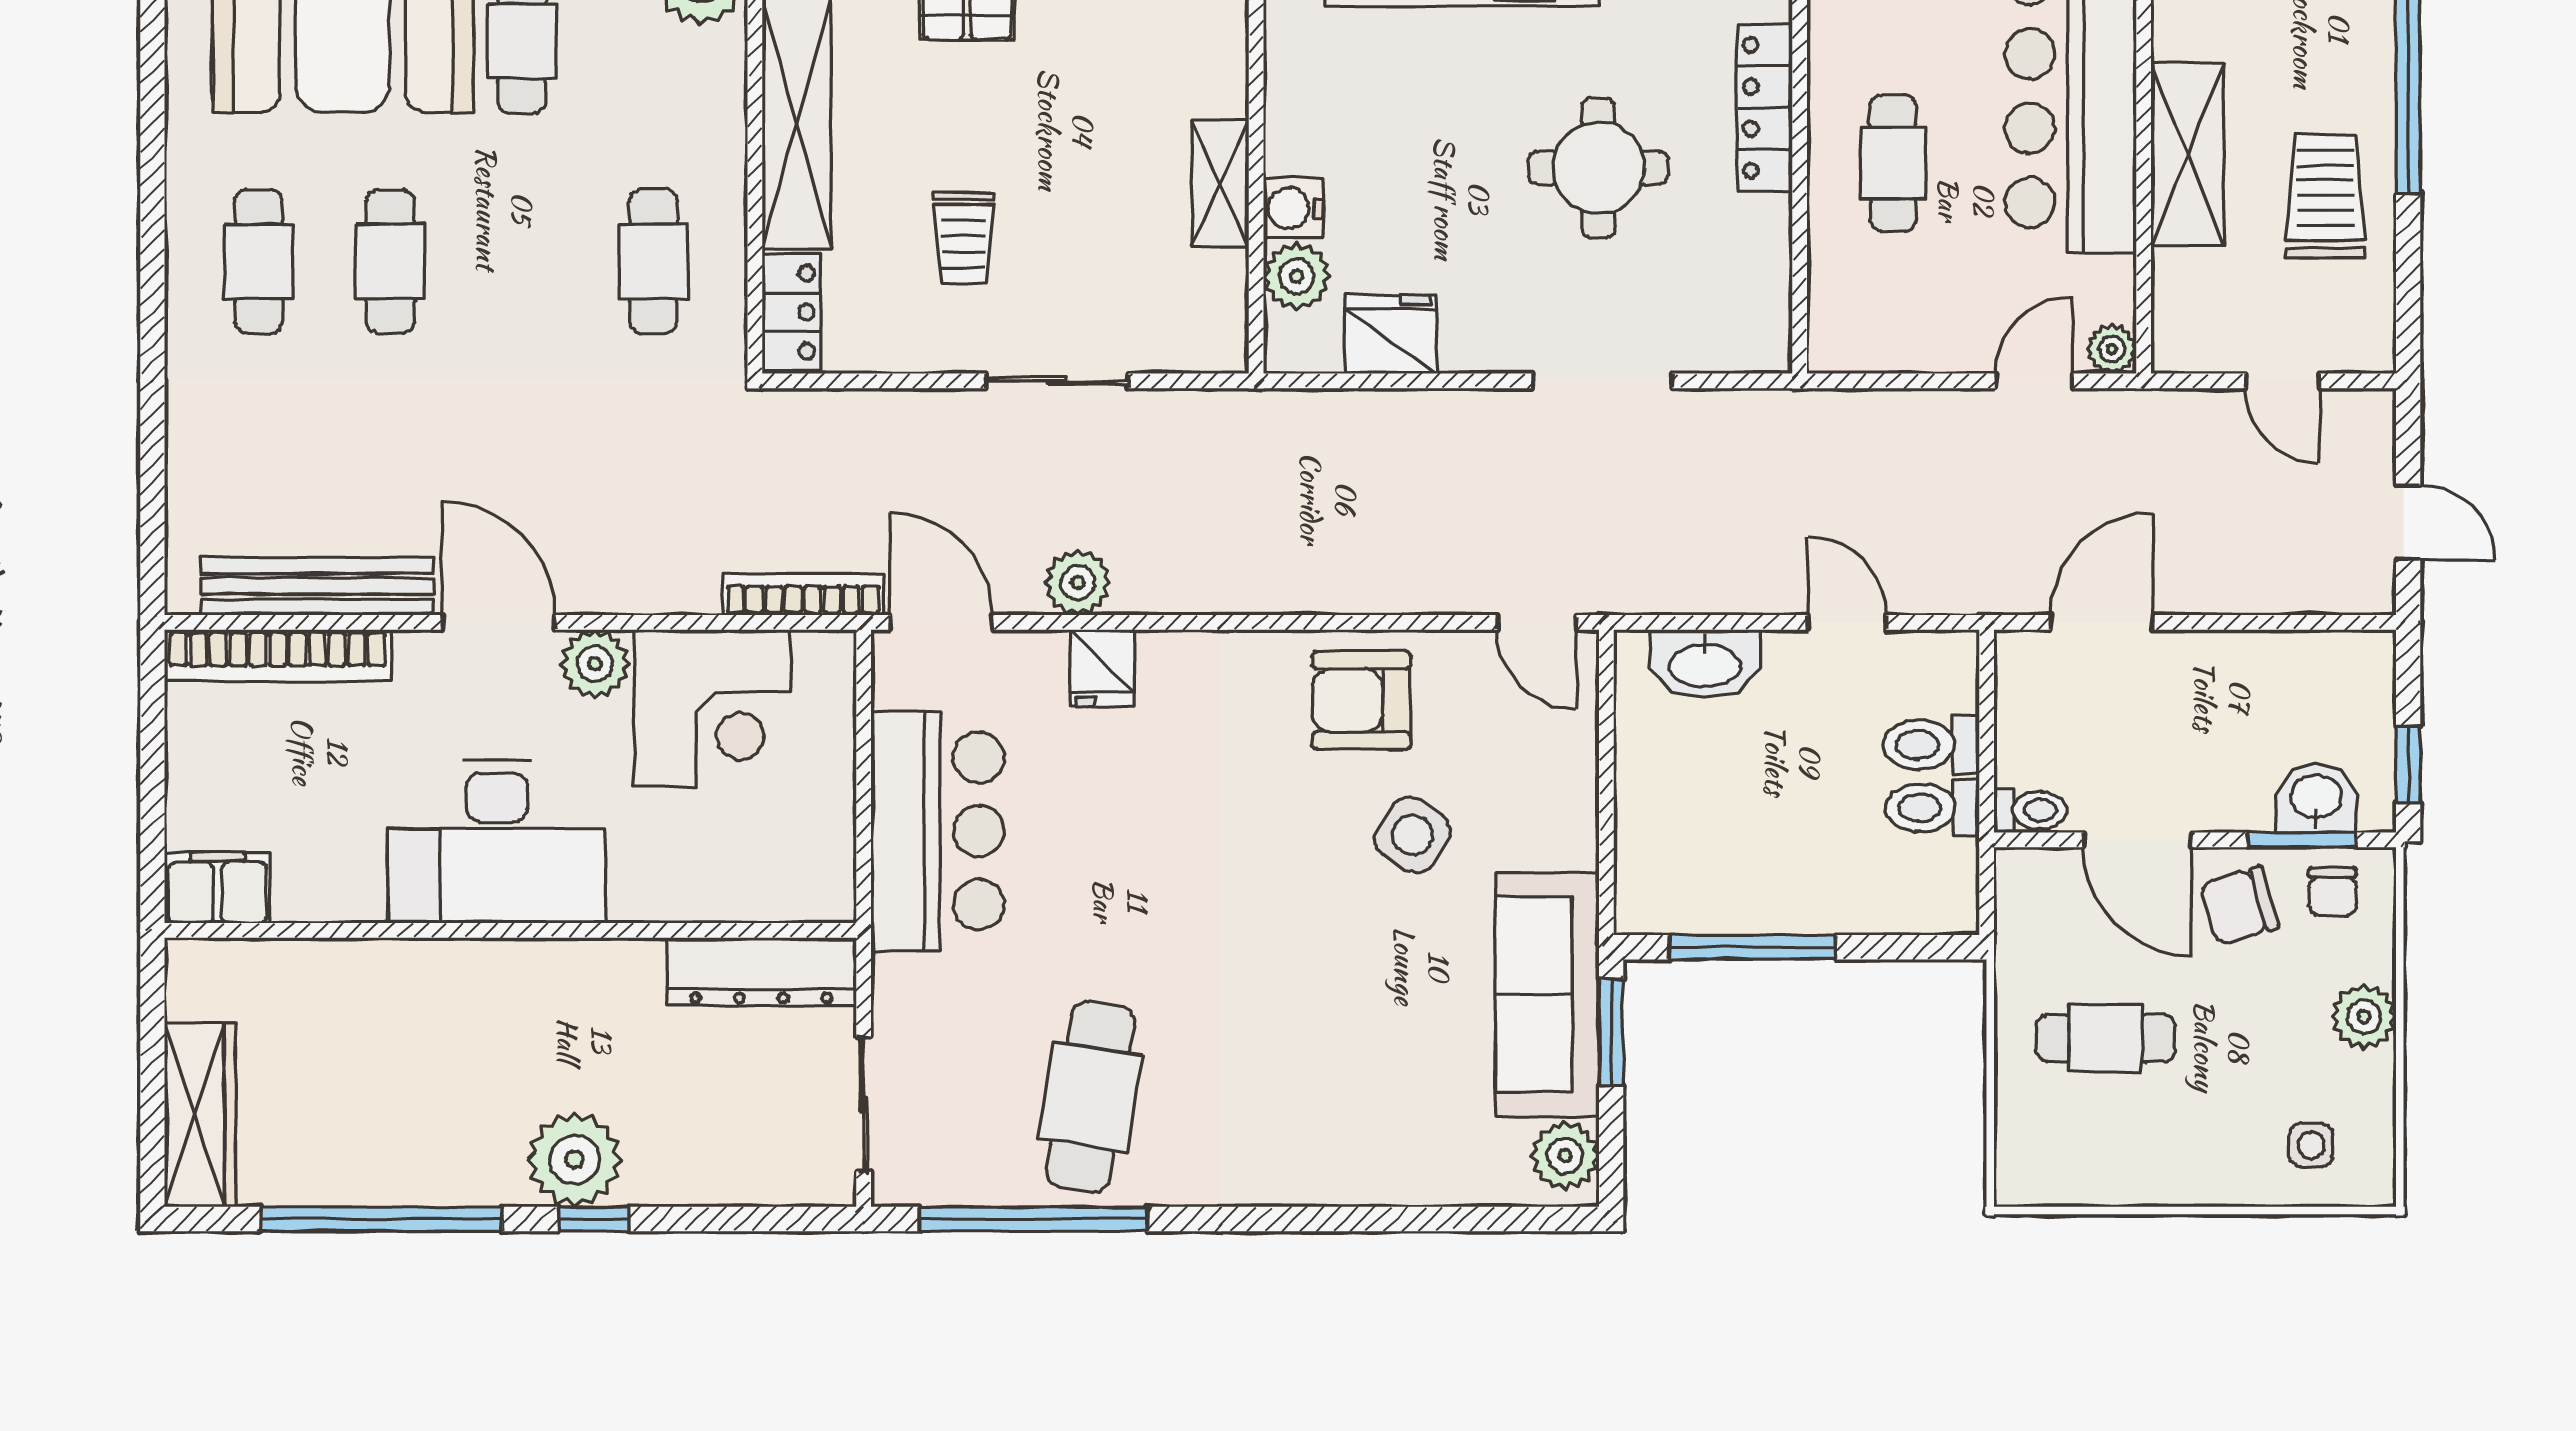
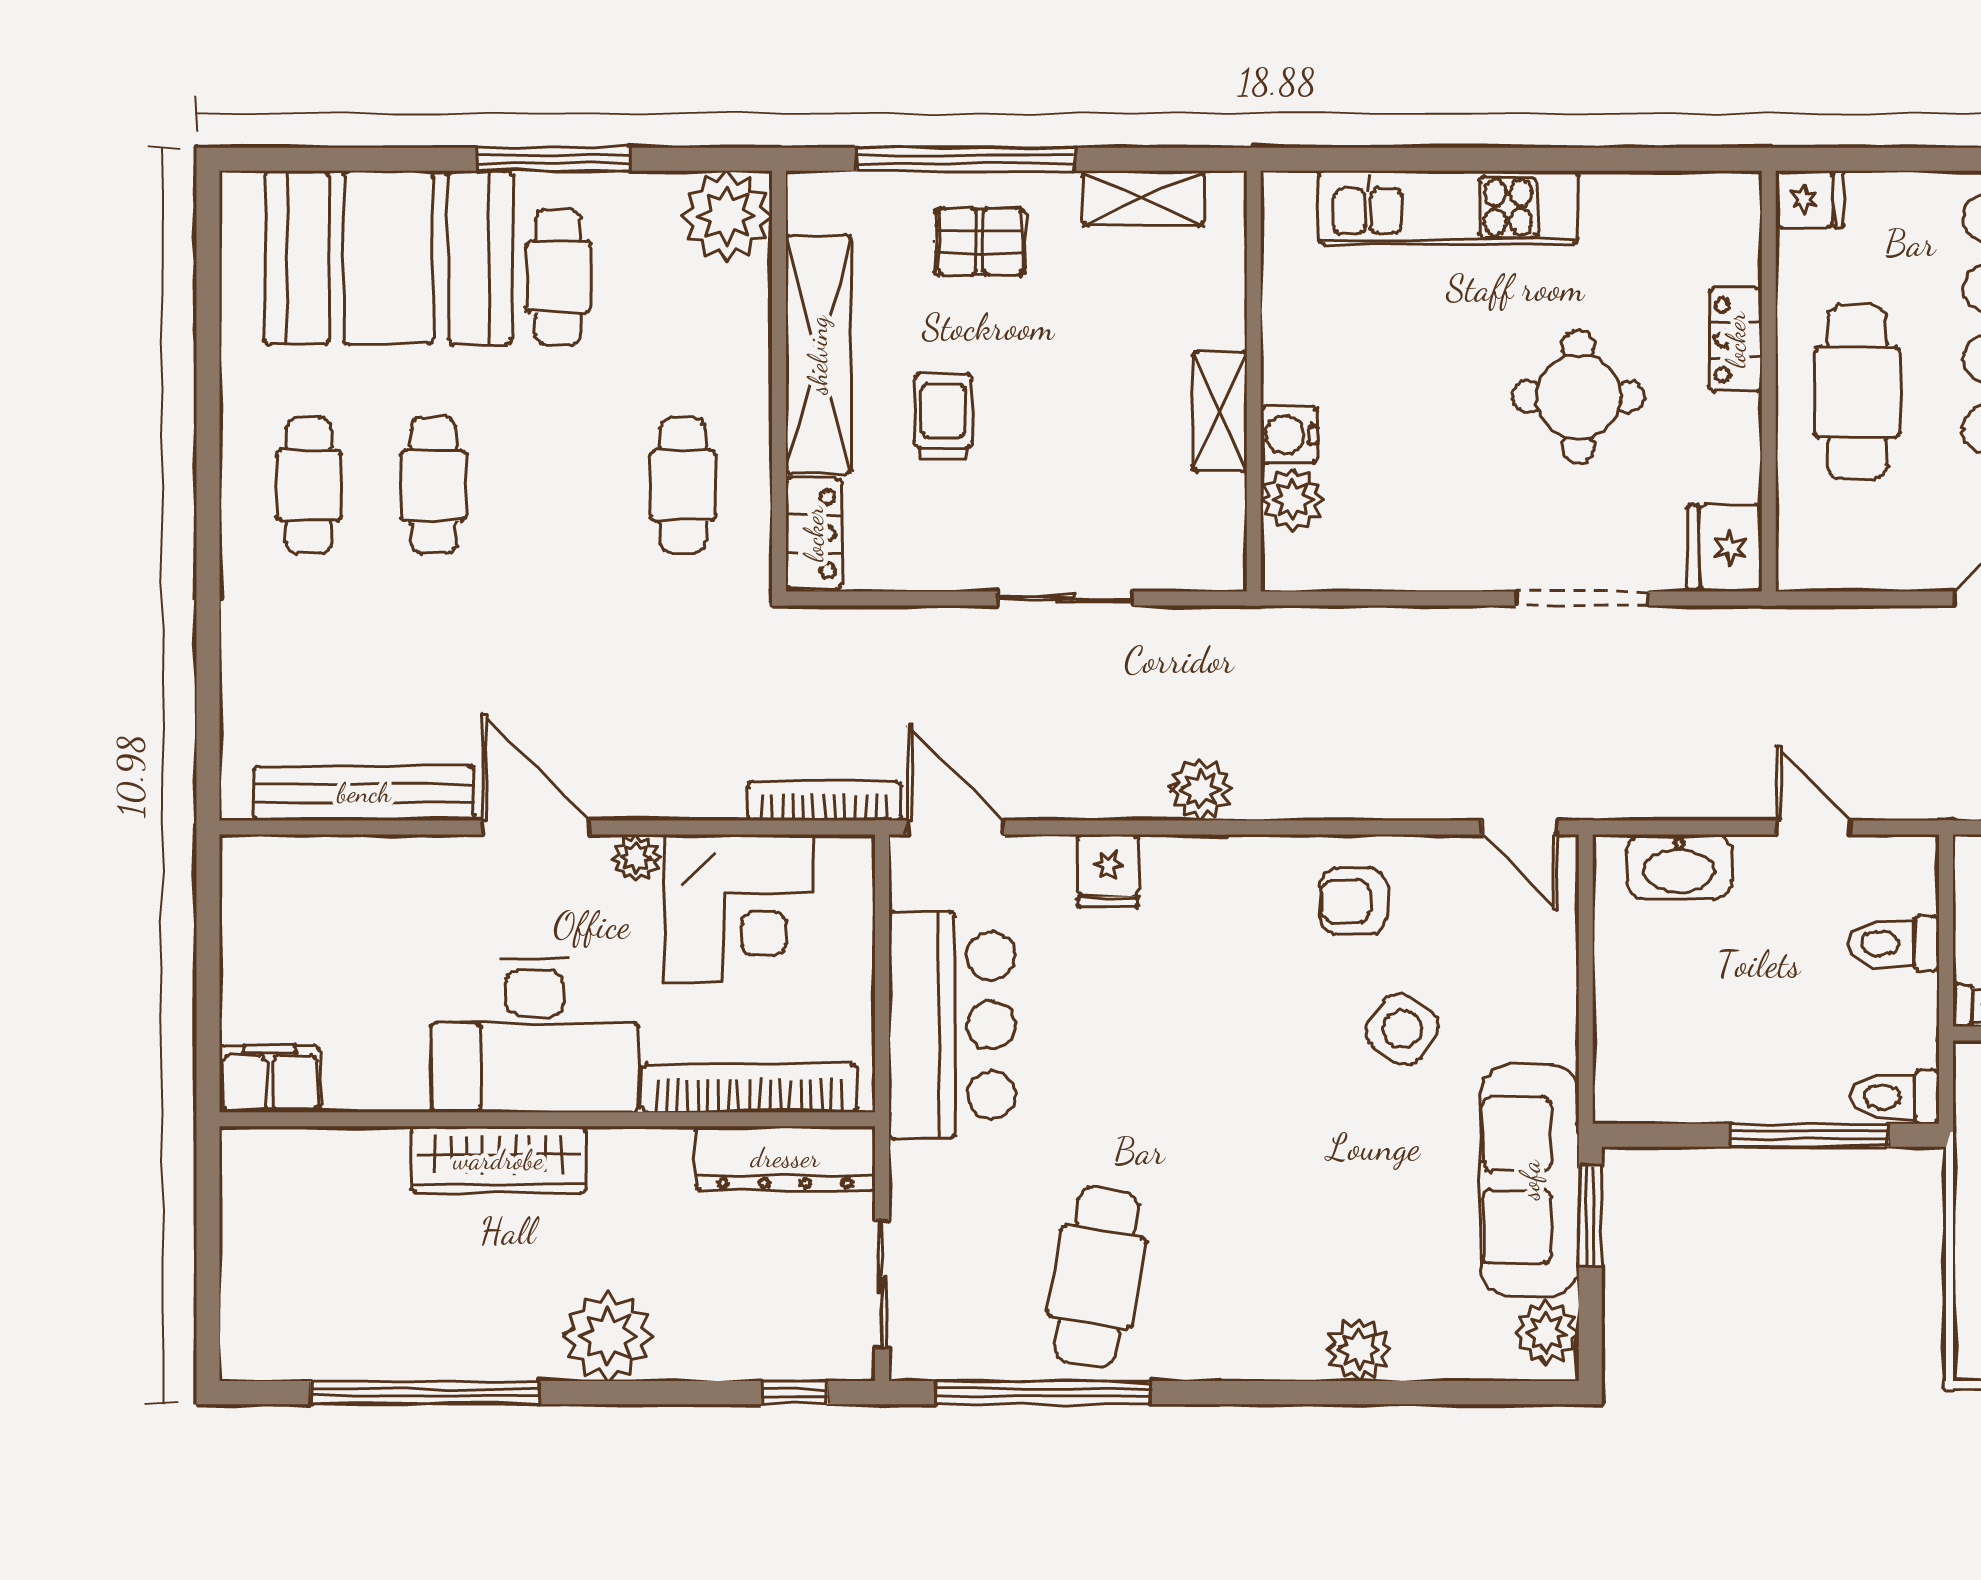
locker: (1765, 108) -> (1736, 340), width x0.66
cafe table: (1893, 163) -> (1857, 392), width x1.37, depth x1.35
trolley: (964, 237) -> (943, 417), moved, turned 180
fridge: (1391, 334) -> (1725, 548), moved, turned -90
plant: (1078, 582) -> (1200, 790), moved
bookcase: (278, 655) -> (750, 1088), moved, turned 180
plant: (595, 664) -> (636, 858), width x0.73, depth x0.73
armchair: (1361, 700) -> (1353, 901), width x0.72, depth x0.72
toilet: (1933, 808) -> (1895, 1097), moved
window: (1753, 947) -> (1809, 1135), moved
wardrobe: (200, 1115) -> (498, 1160), moved, turned 90
plant: (1367, 1173) -> (1359, 1349), added
window: (594, 1219) -> (795, 1393), moved

